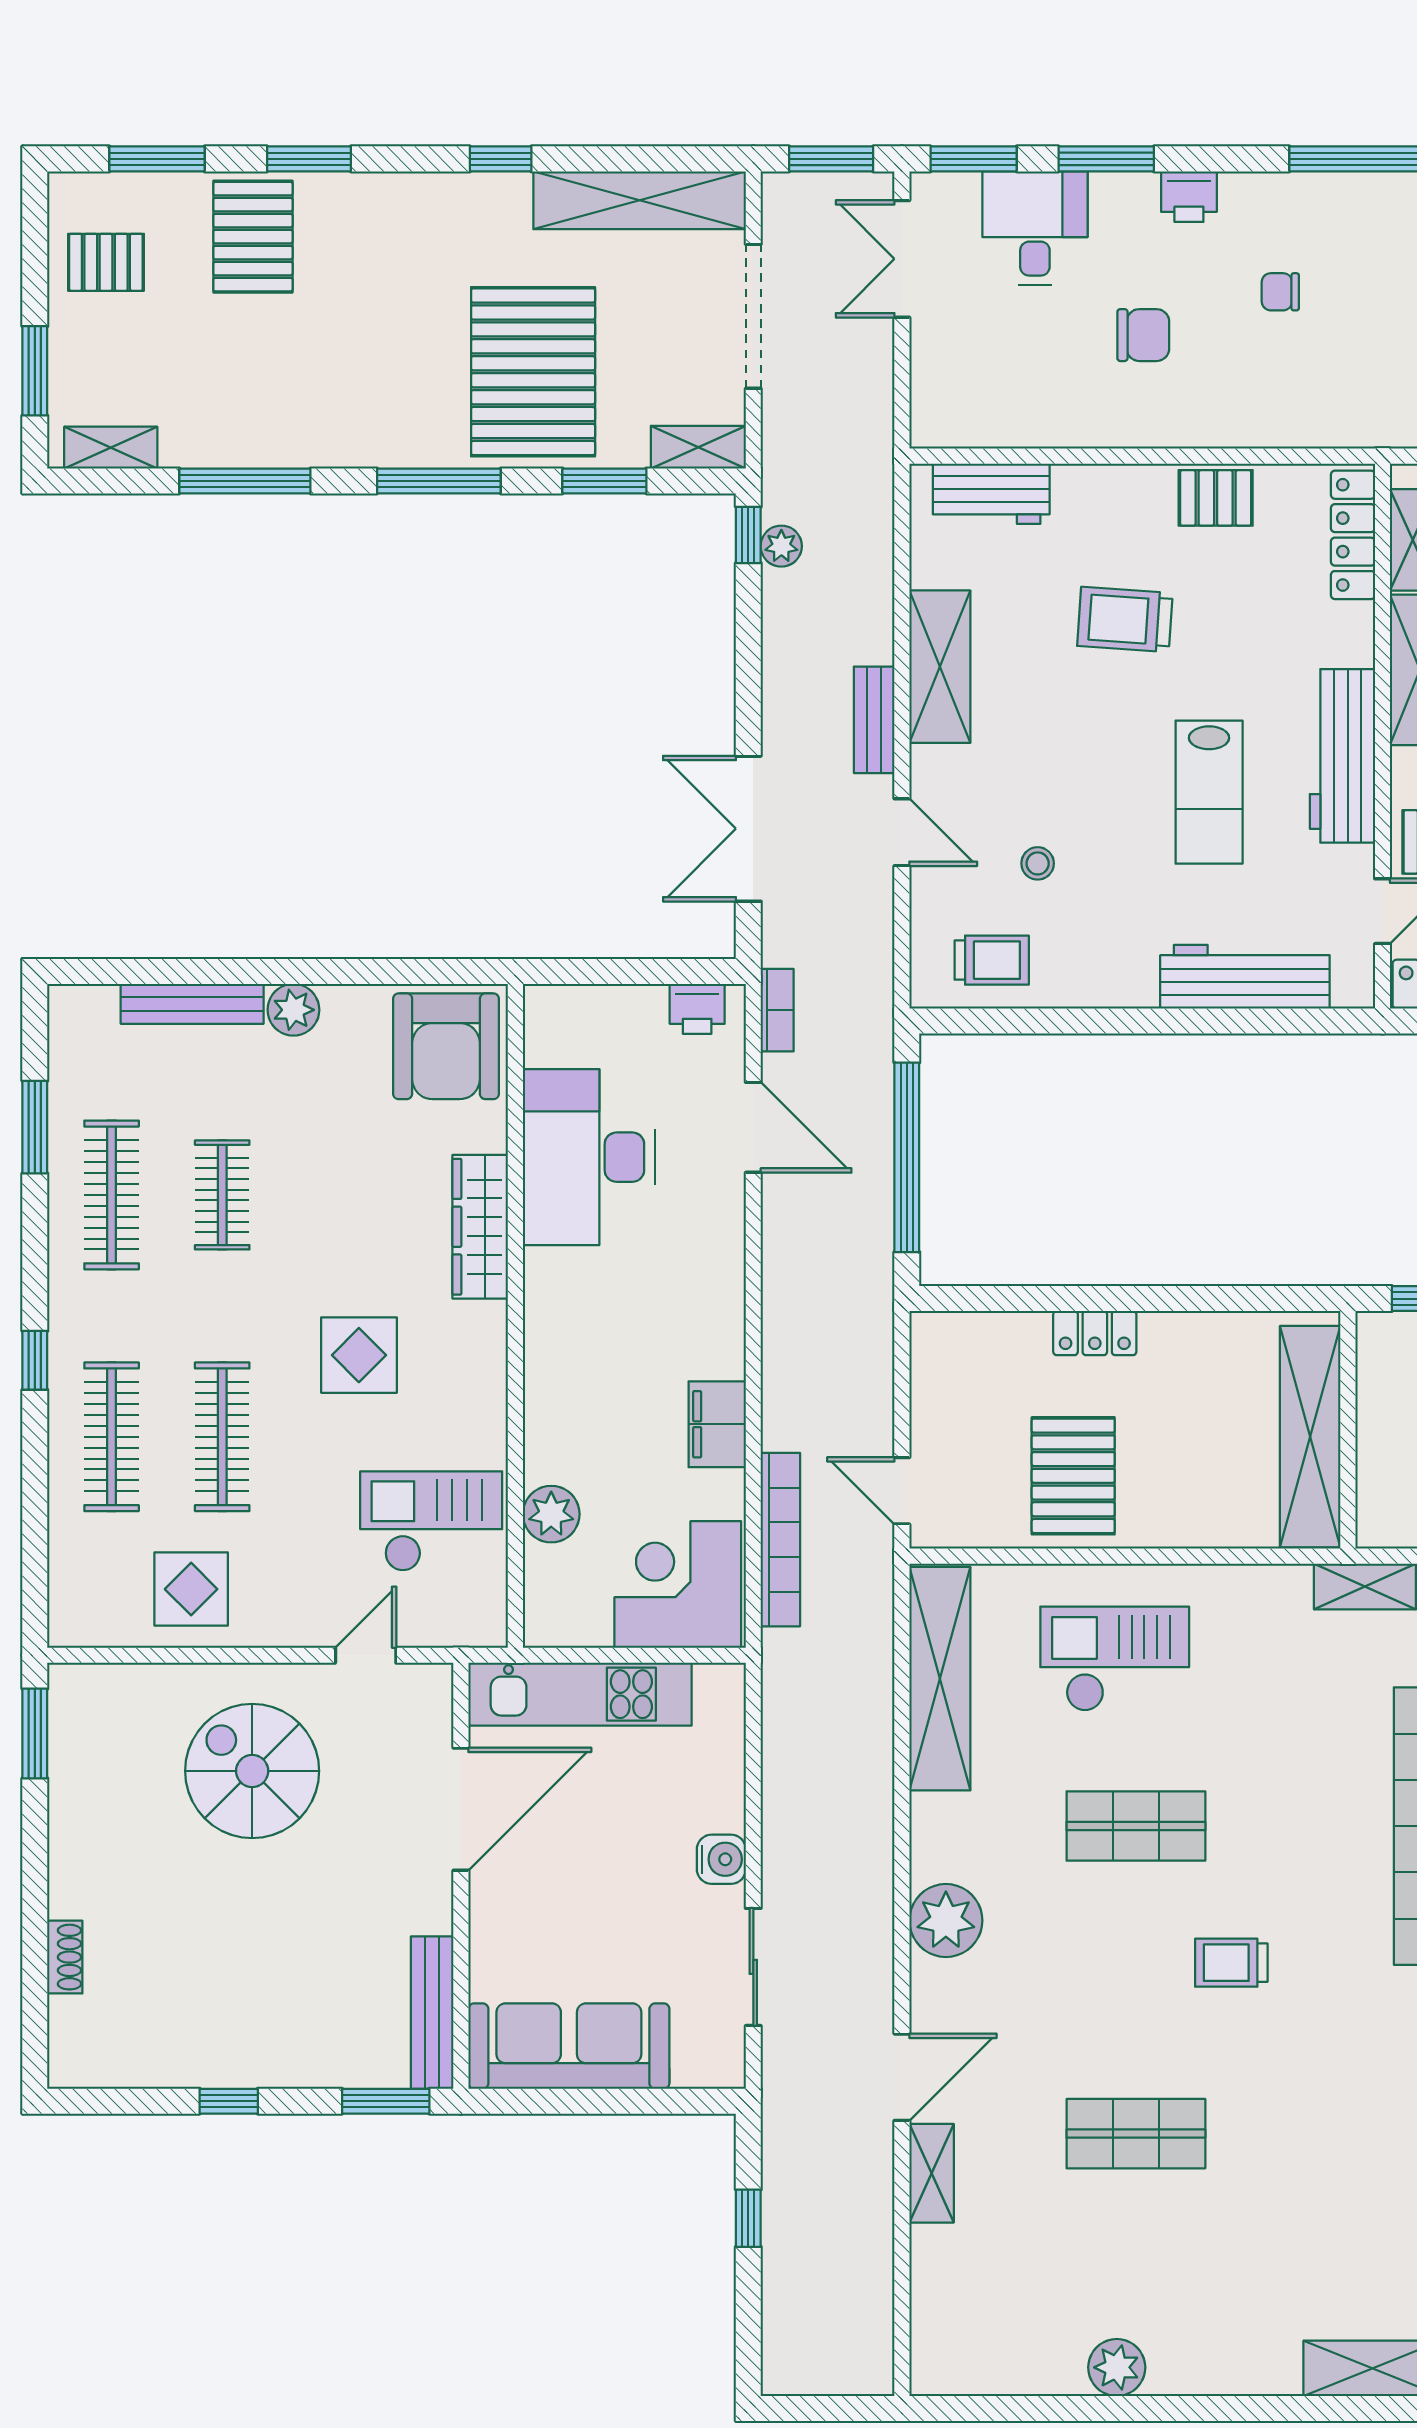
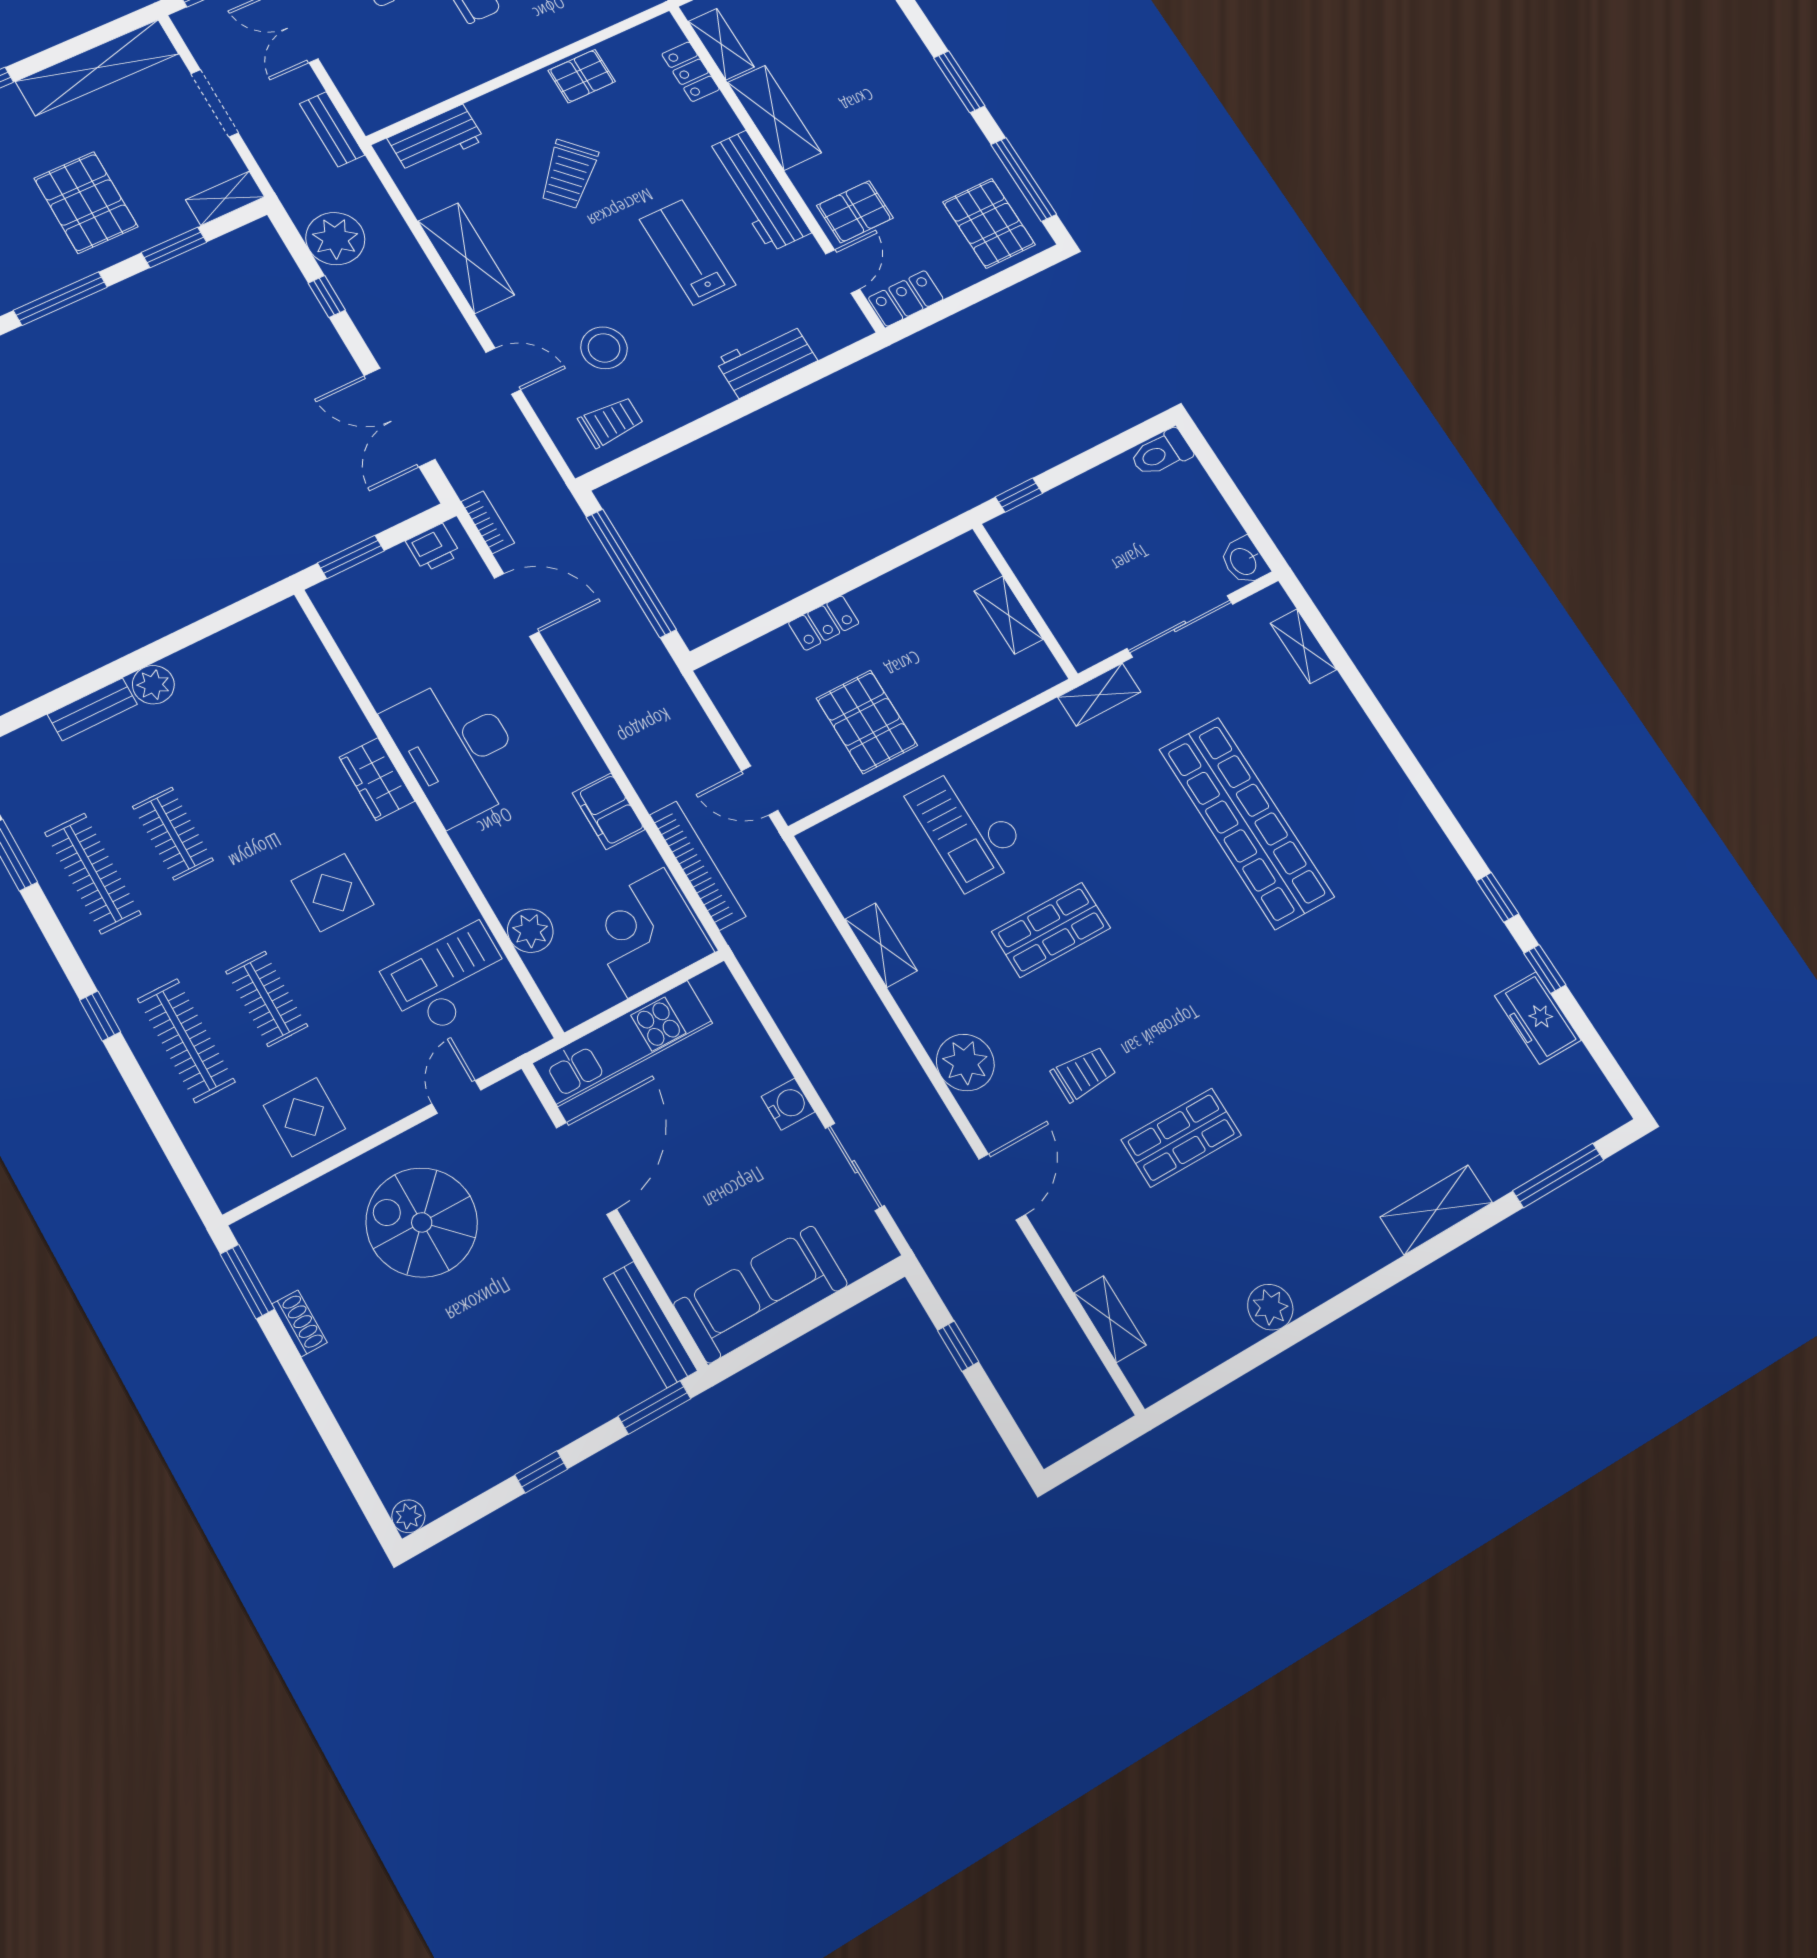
doorway: (753, 316) -> (215, 103), width x0.73
pallet: (533, 372) -> (86, 203), width x0.73, depth x0.71
window: (748, 535) -> (327, 297), moved
locker: (1353, 535) -> (691, 72), width x0.66
plant: (781, 546) -> (335, 239), width x1.87, depth x1.87
trolley: (1125, 619) -> (569, 174), turned -48
bench: (874, 720) -> (332, 129), moved
lab bench: (1209, 792) -> (688, 252), turned 180
stool: (1038, 863) -> (604, 348), width x1.89, depth x1.89
window: (597, 971) -> (351, 557), added
workbench: (1245, 977) -> (766, 360), width x0.73
bench: (192, 1004) -> (92, 709), width x0.73
armchair: (446, 1046) -> (275, 656), removed
desk: (589, 1157) -> (457, 749), moved
wardrobe: (480, 1227) -> (377, 779), width x0.67
clothes rail: (222, 1437) -> (267, 999), width x0.73
shelving: (1310, 1437) -> (1009, 615), width x0.45, depth x0.75
checkout: (1115, 1659) -> (968, 827), turned -90
shelving: (940, 1679) -> (881, 945), width x0.45, depth x0.75
shoe rack: (65, 1957) -> (300, 1323), moved
trolley: (1231, 1963) -> (1084, 1074), moved, turned 180
plant: (66, 2070) -> (408, 1516), added
shelving: (932, 2173) -> (1110, 1319), moved

